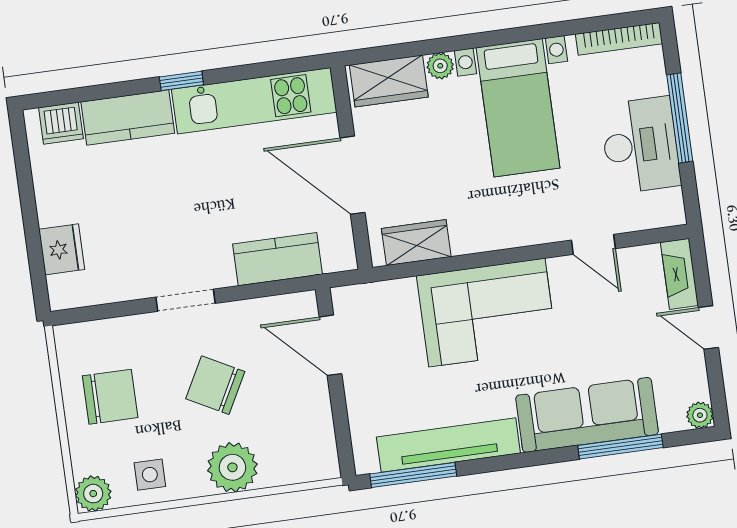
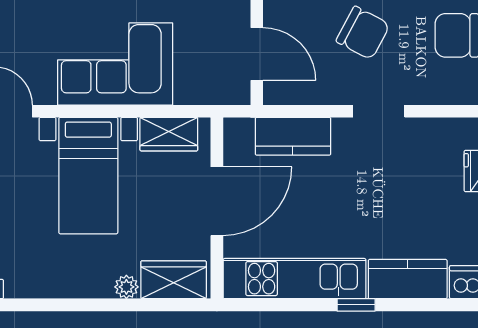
bed with nightstands: (518, 108) -> (88, 176), moved, turned 180
door: (352, 175) -> (217, 201), hinge flipped

